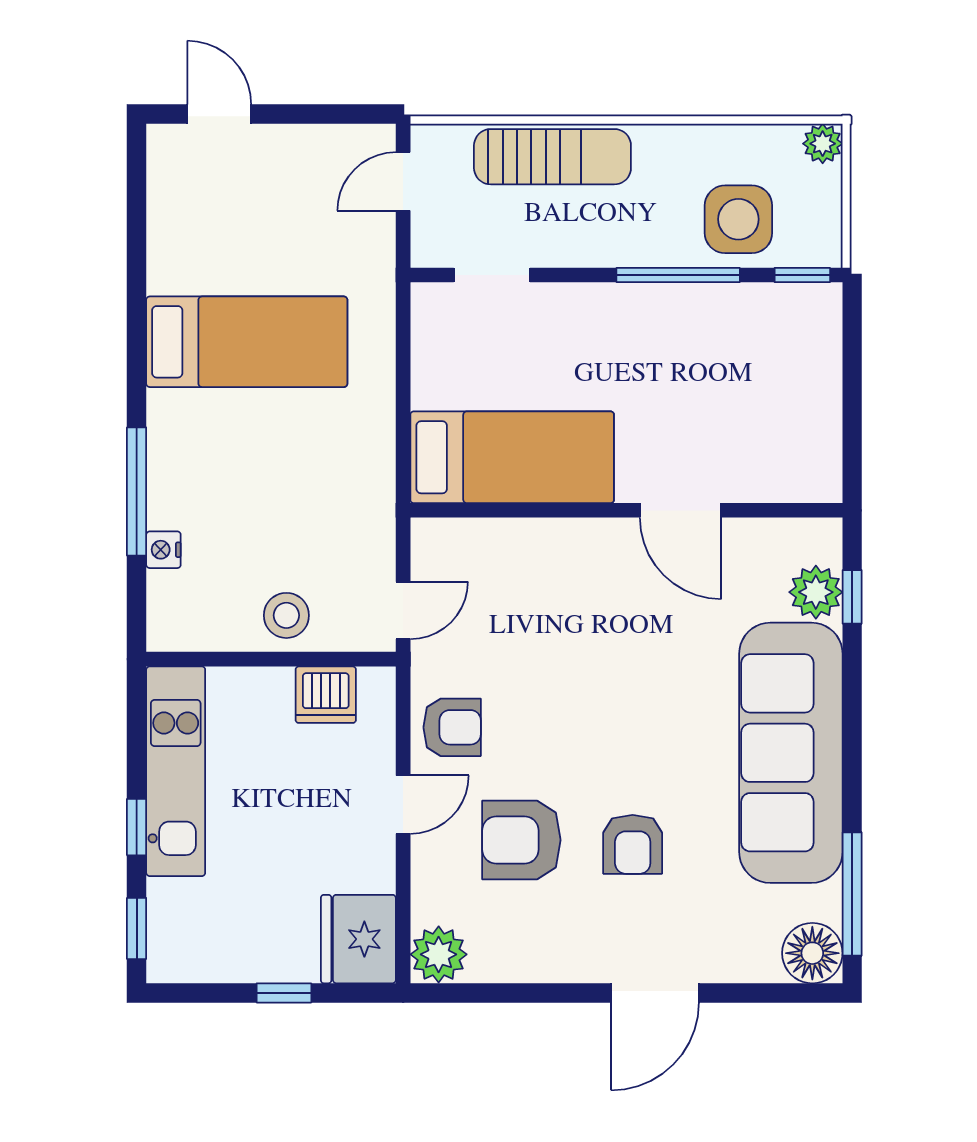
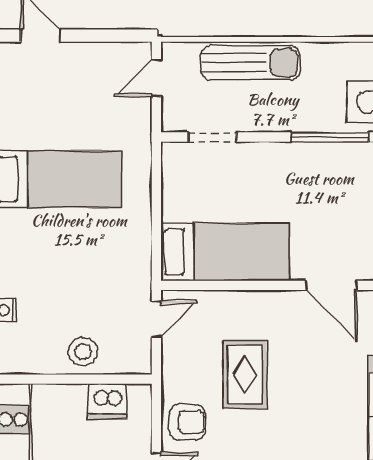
door: (403, 610) -> (156, 319), moved
rug: (544, 652) -> (245, 375), added

